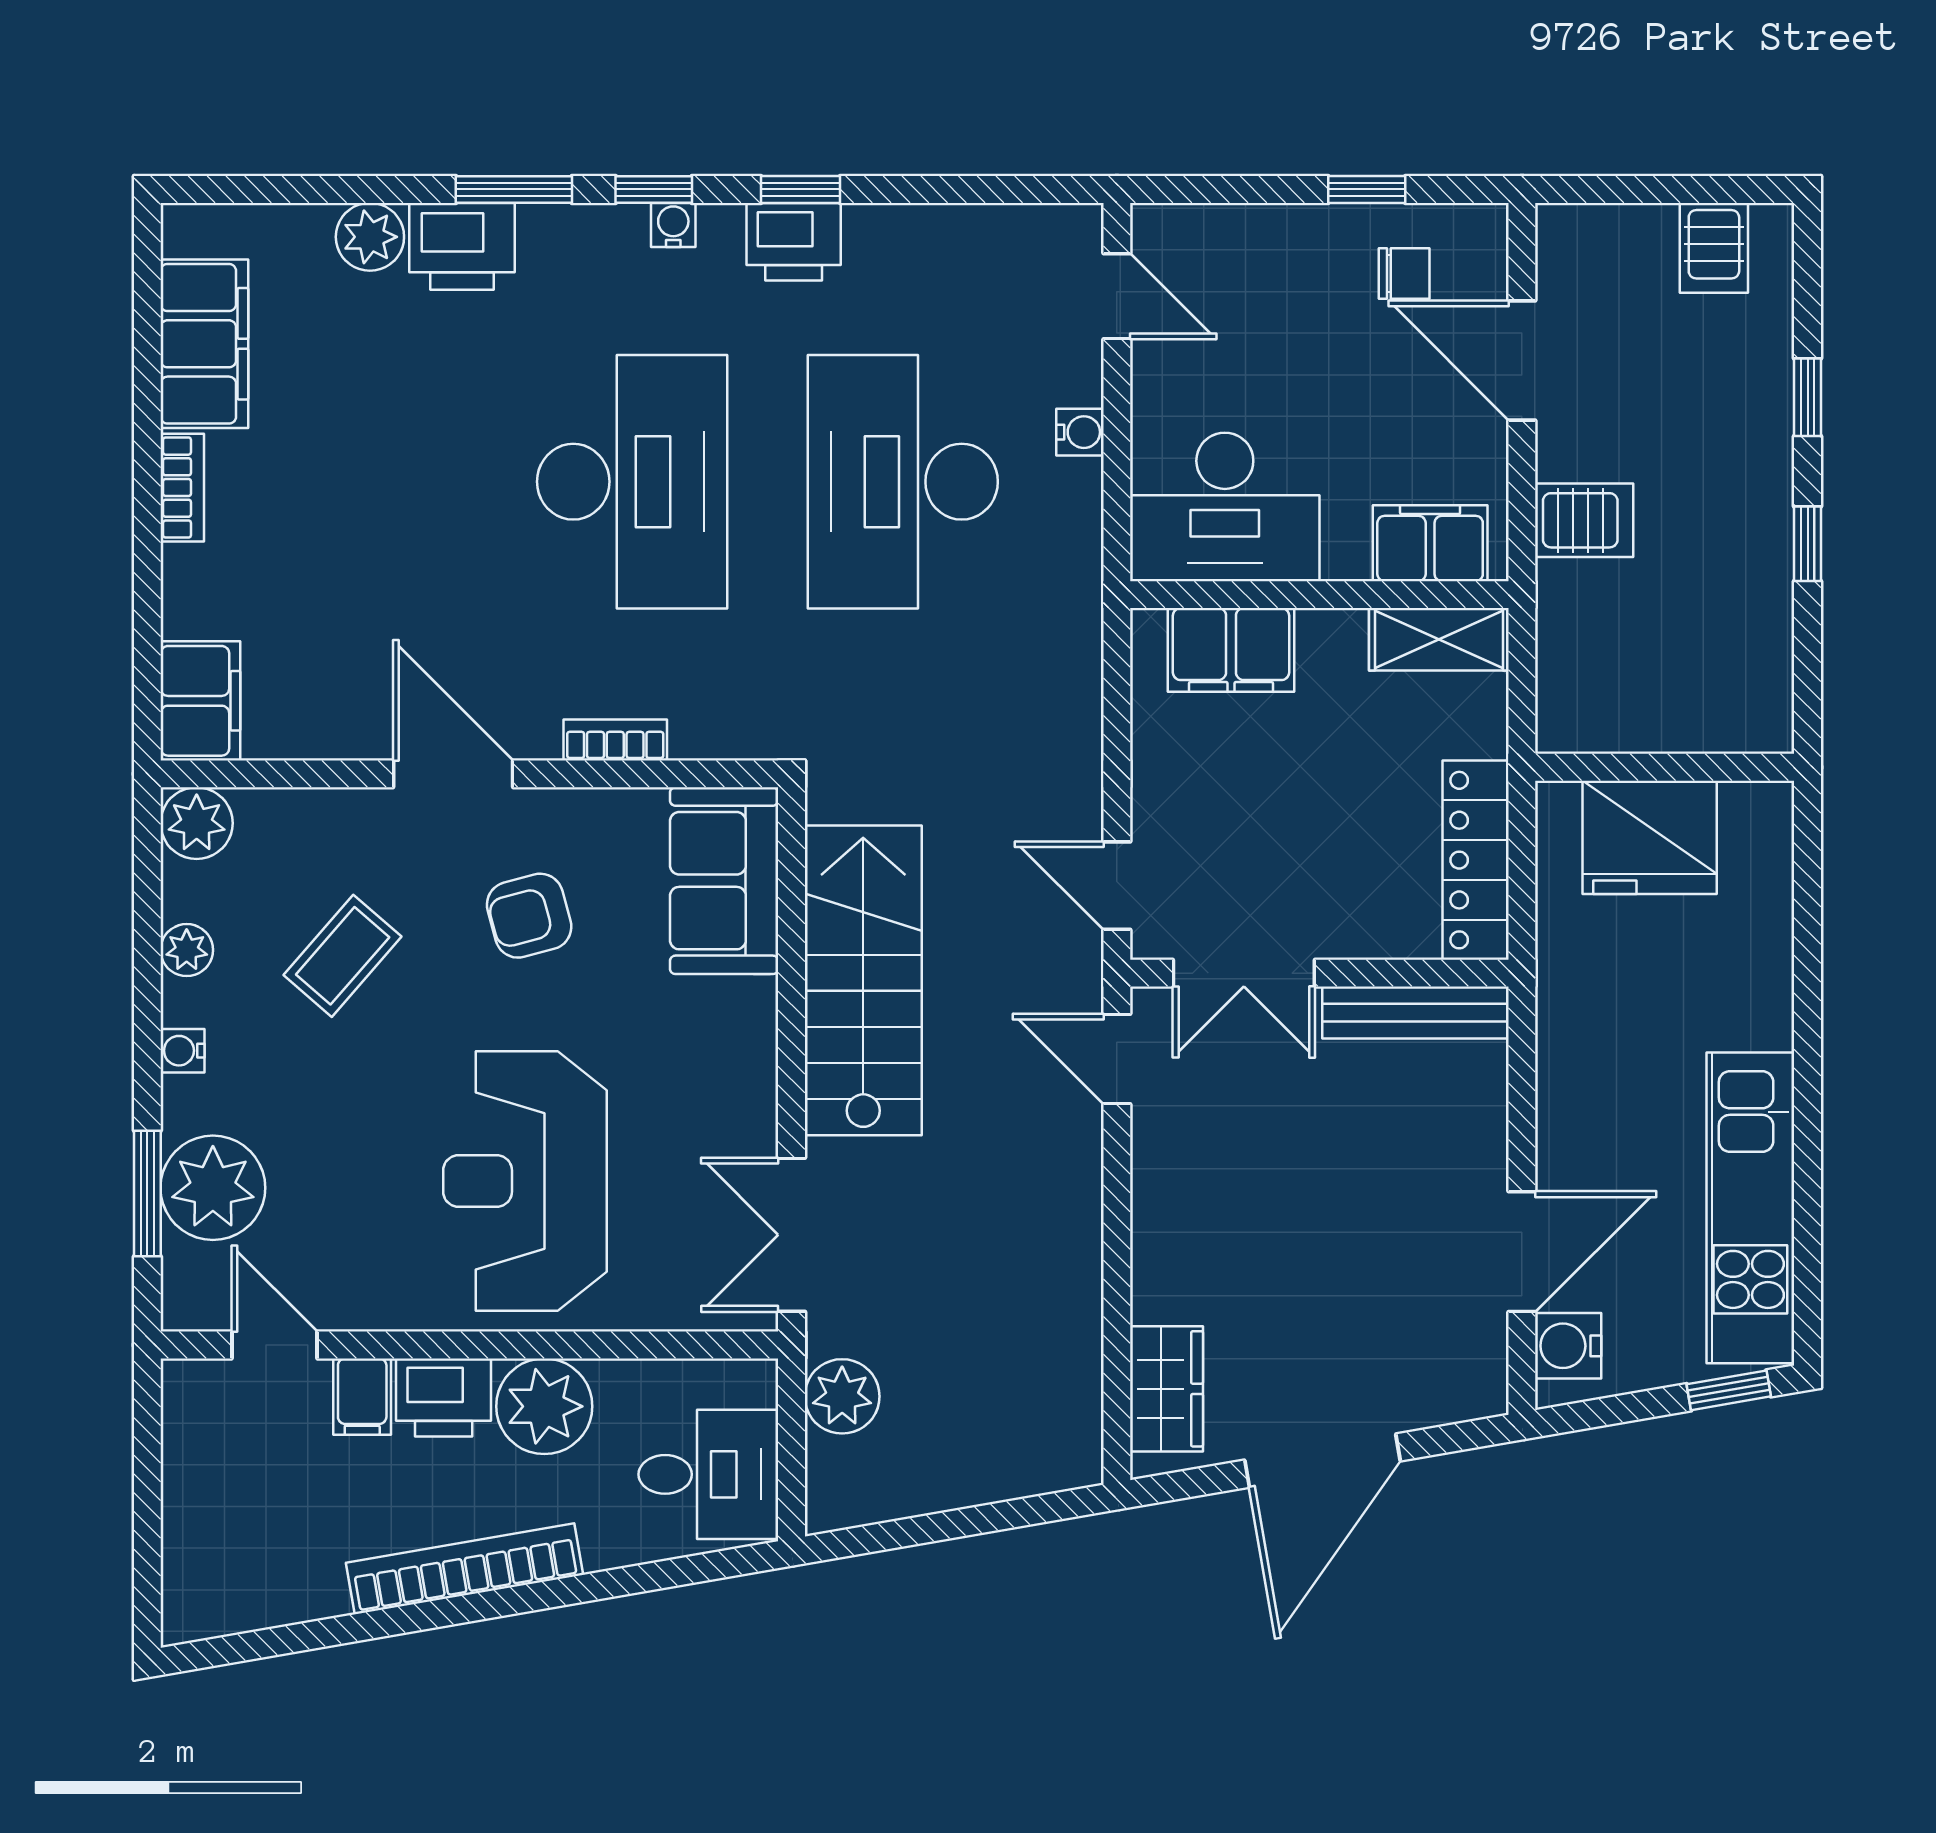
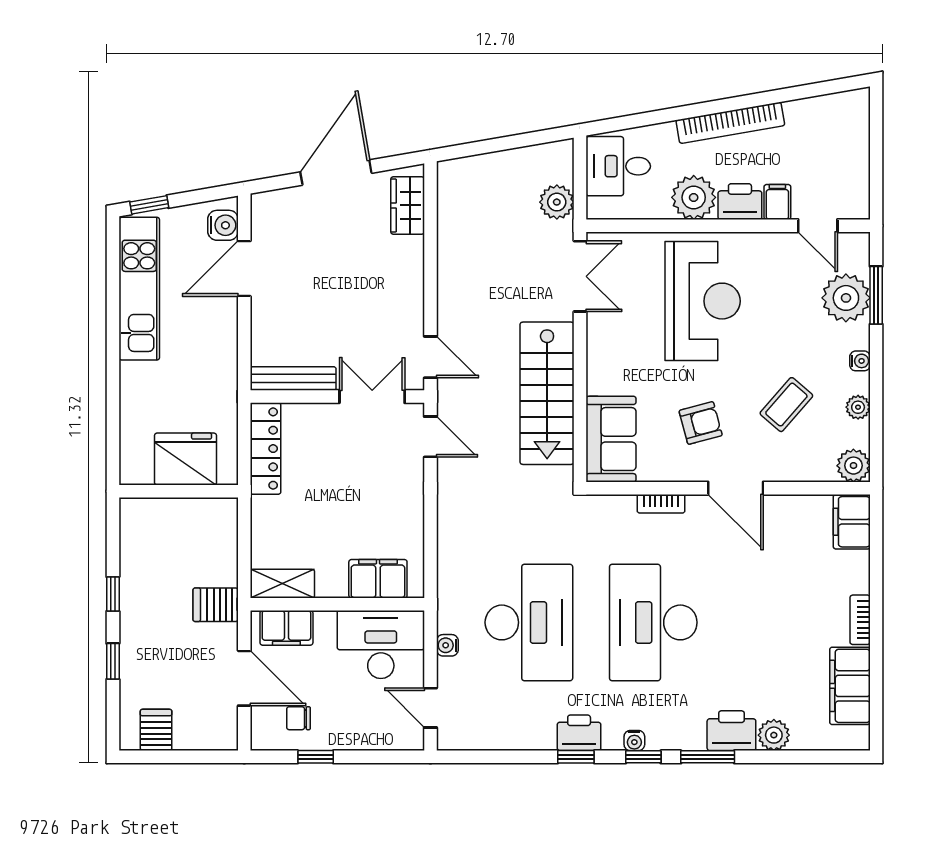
desk: (1225, 507) -> (381, 644), moved
filing cabinet: (1430, 543) -> (286, 628), moved
wall: (1319, 595) -> (337, 604), moved
shelving: (1439, 639) -> (282, 584), moved
filing cabinet: (1231, 650) -> (378, 579), moved

